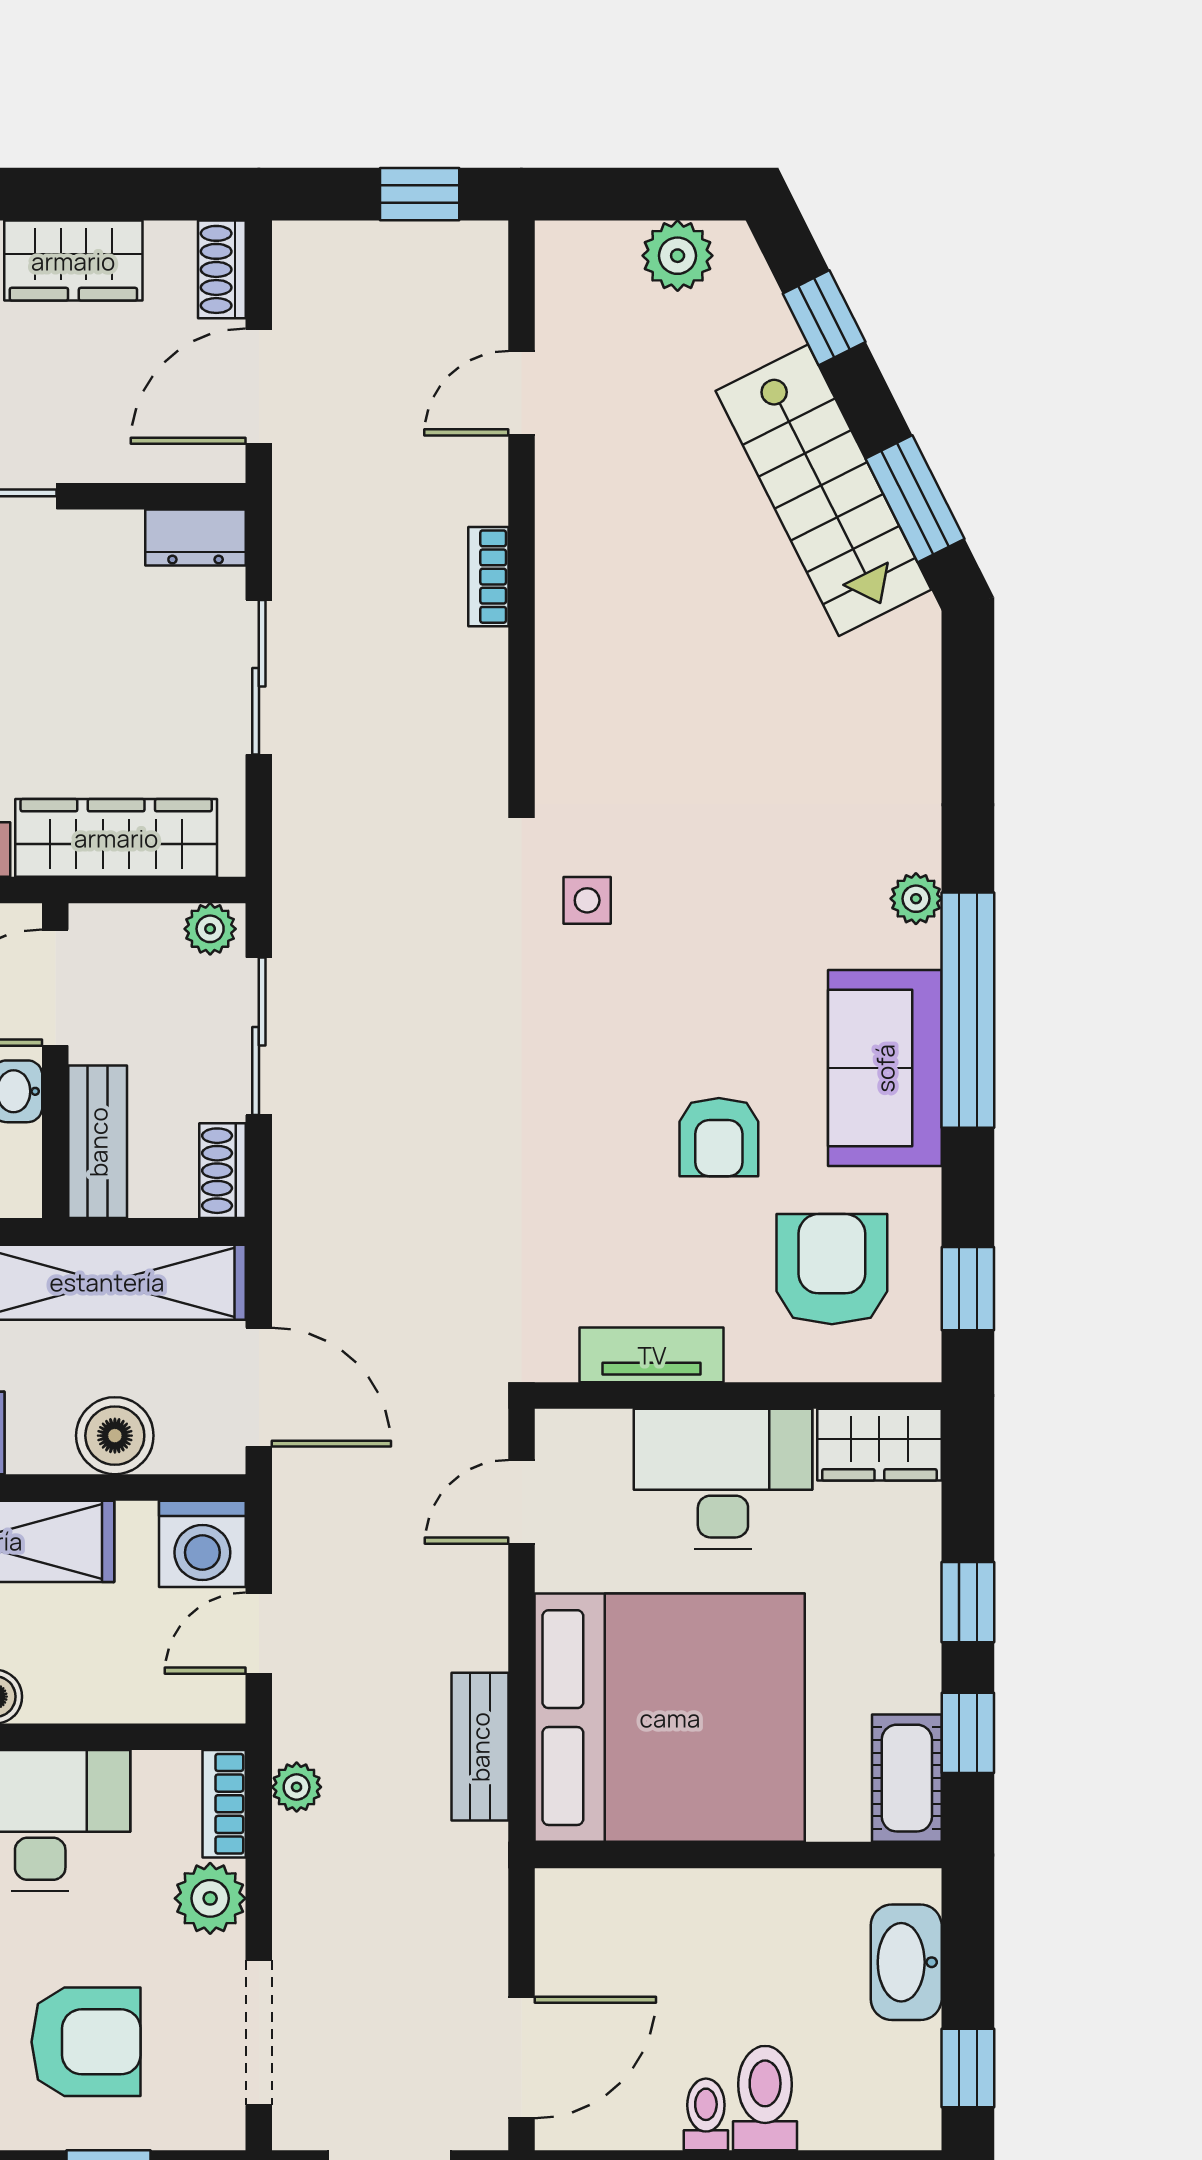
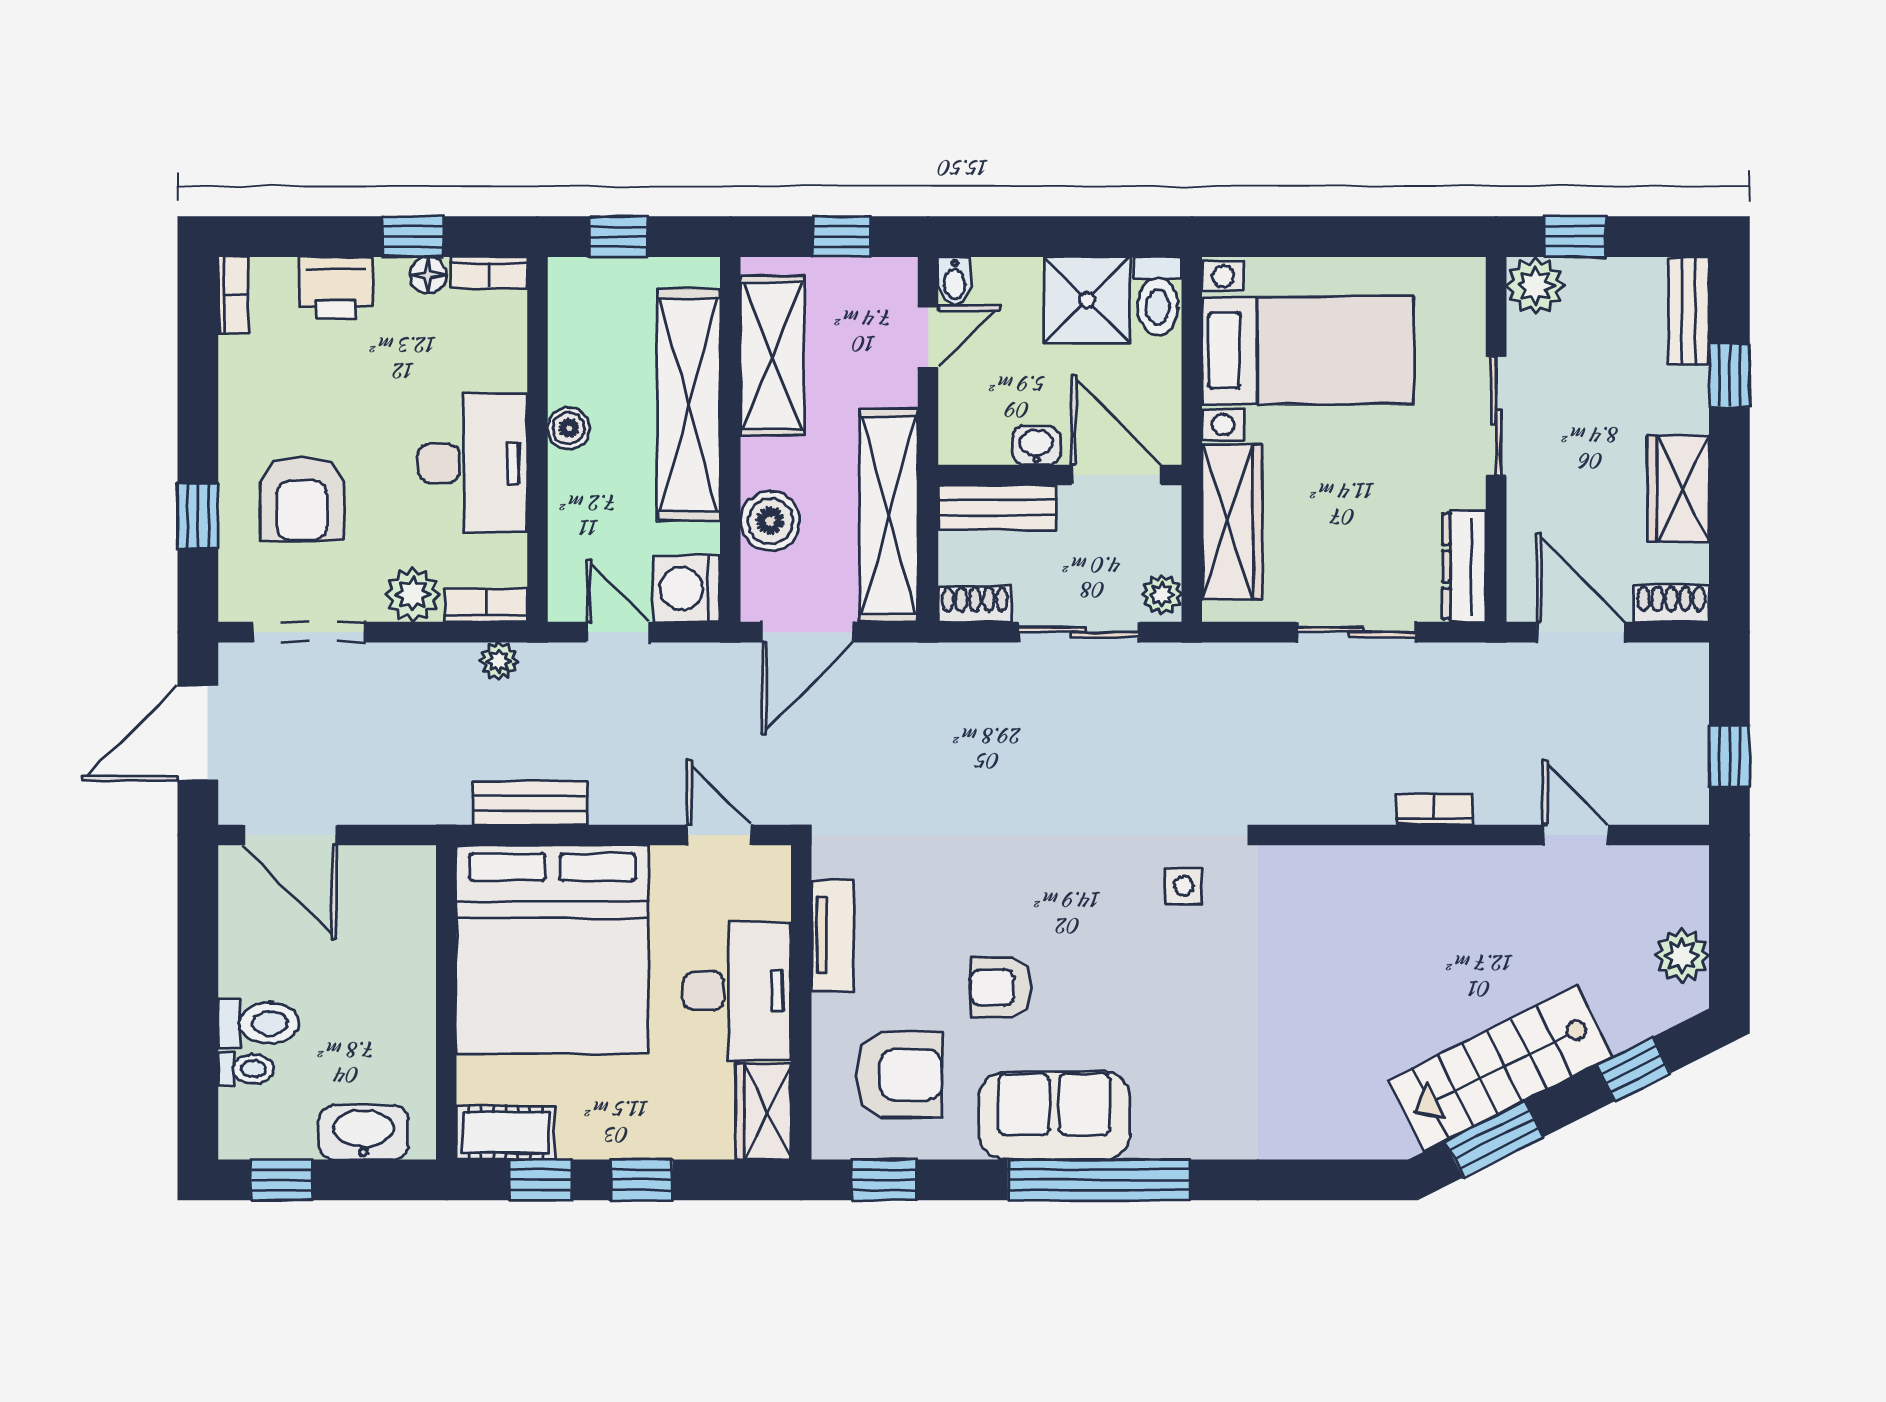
dresser: (196, 538) -> (1464, 566), width x1.44
plant: (916, 899) -> (1185, 1140), removed
toilet: (706, 2114) -> (246, 1069), moved

